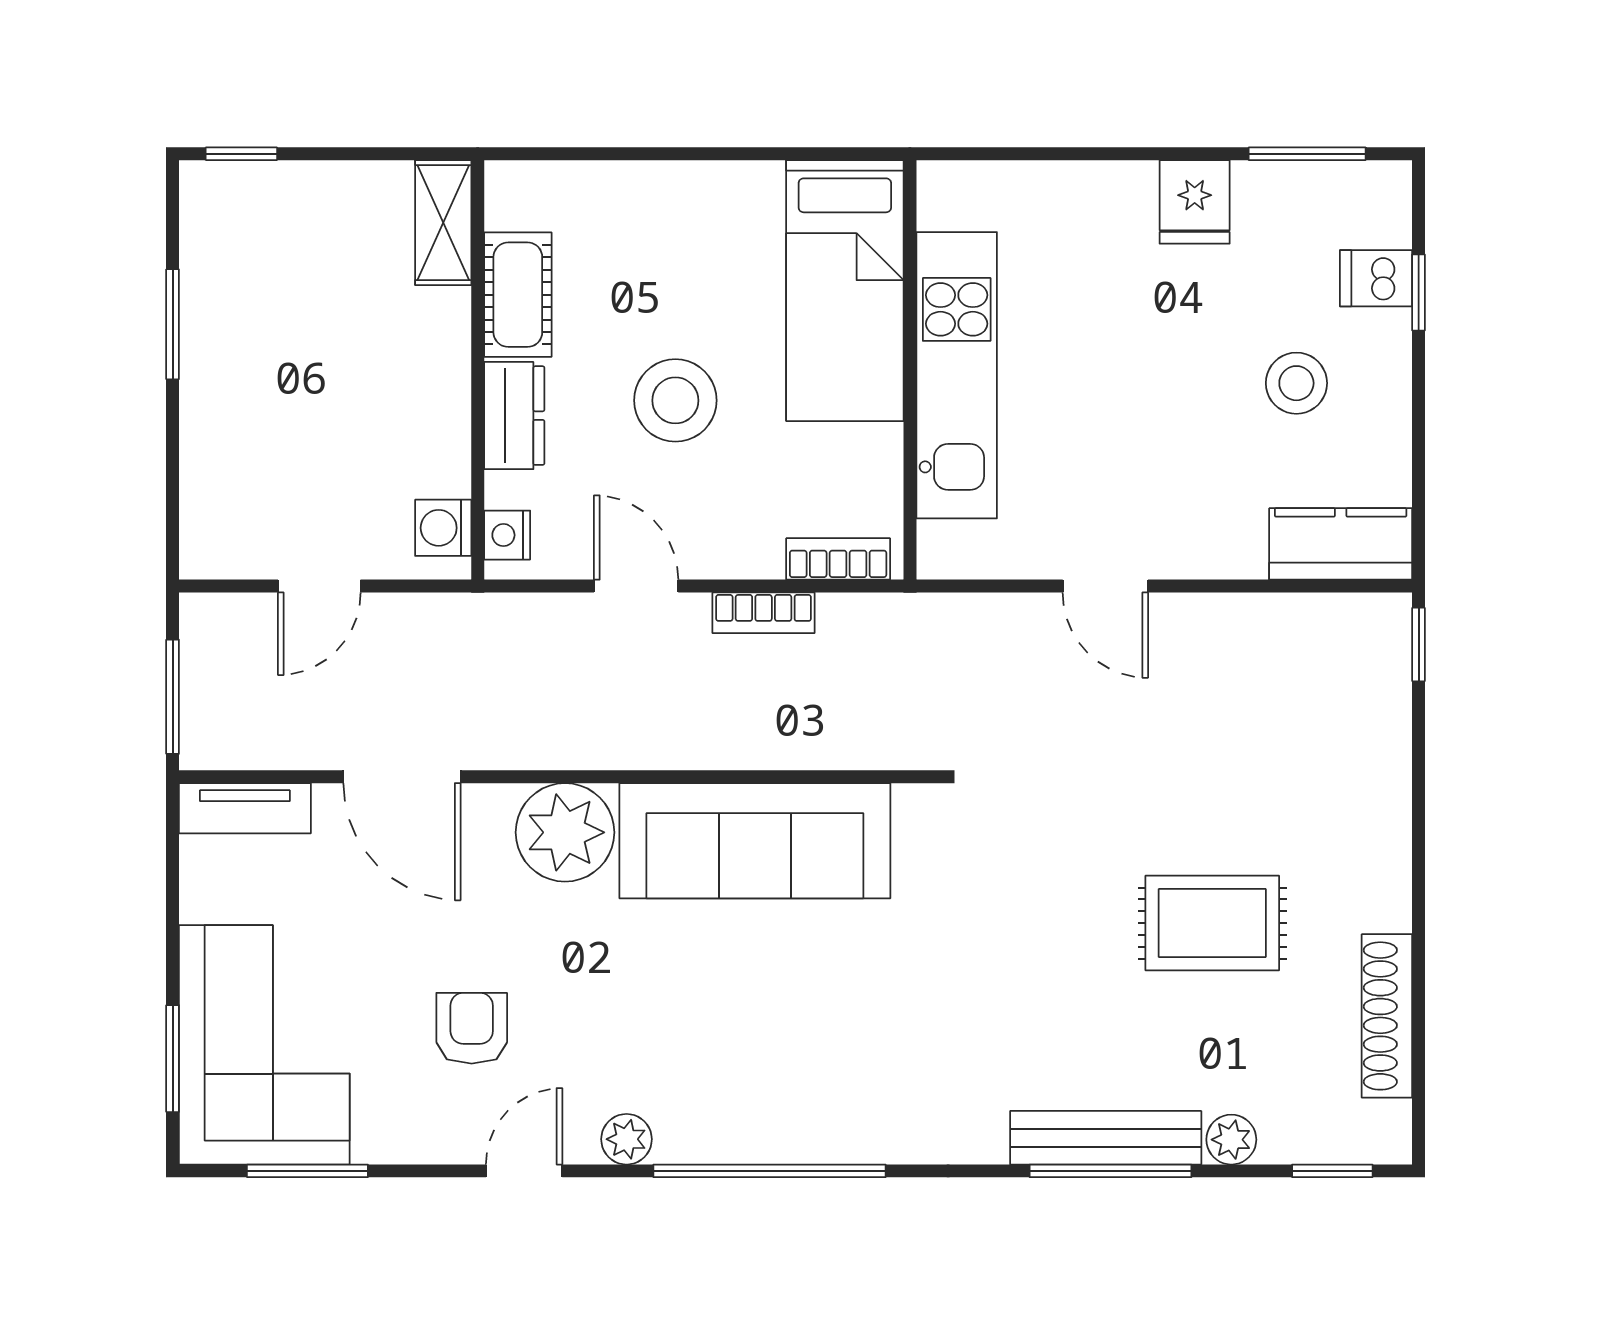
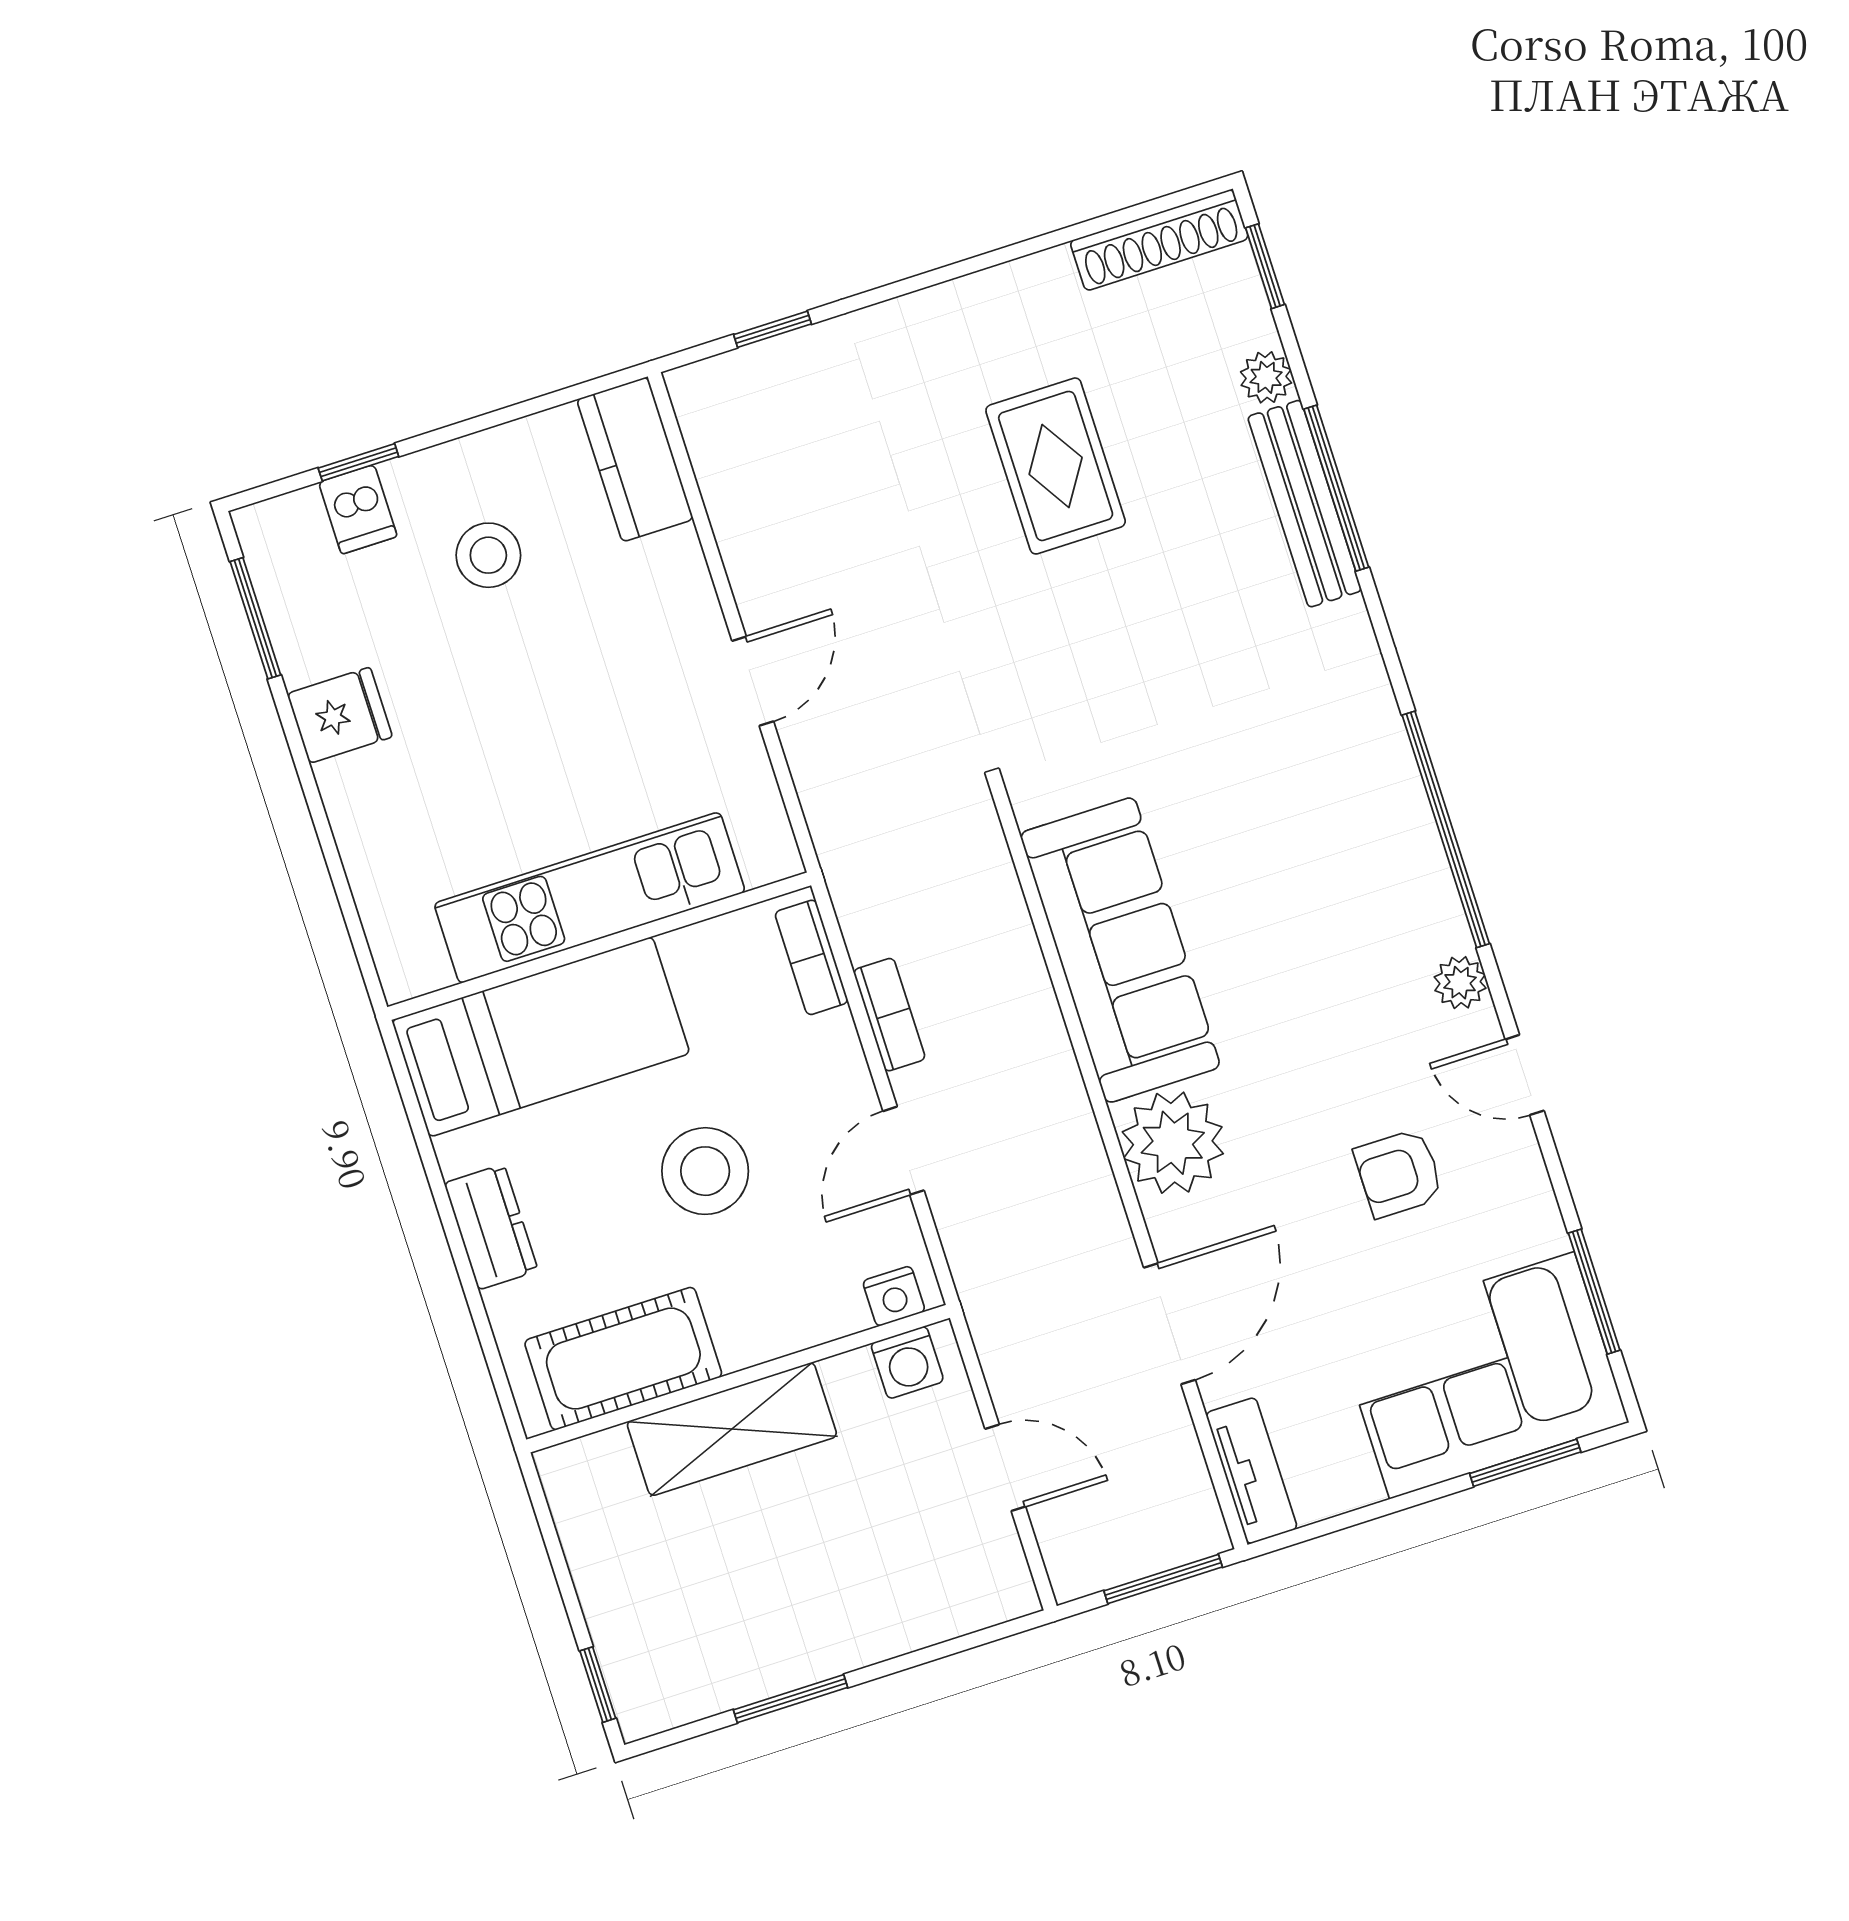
shelving: (443, 223) -> (732, 1429), moved, width x1.50, depth x1.33
cot: (518, 295) -> (623, 1359), width x1.37, depth x1.34
dresser: (514, 416) -> (491, 1227), moved, turned 90
window: (1419, 644) -> (773, 329), moved
shoe rack: (1387, 1016) -> (1159, 240), moved

